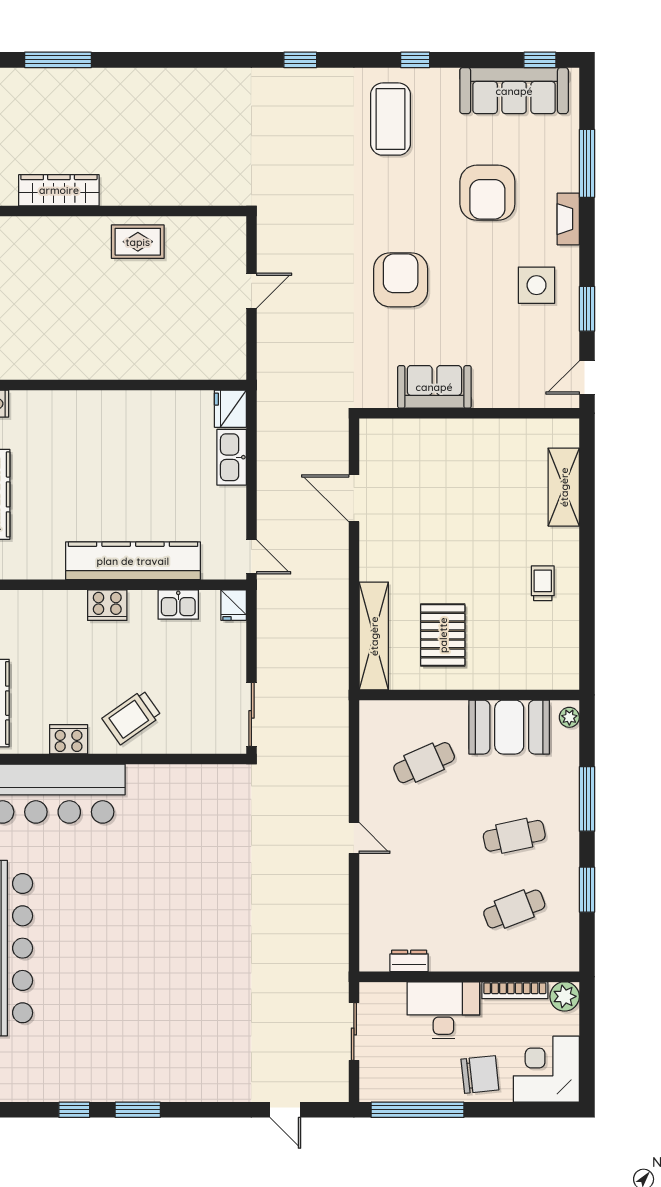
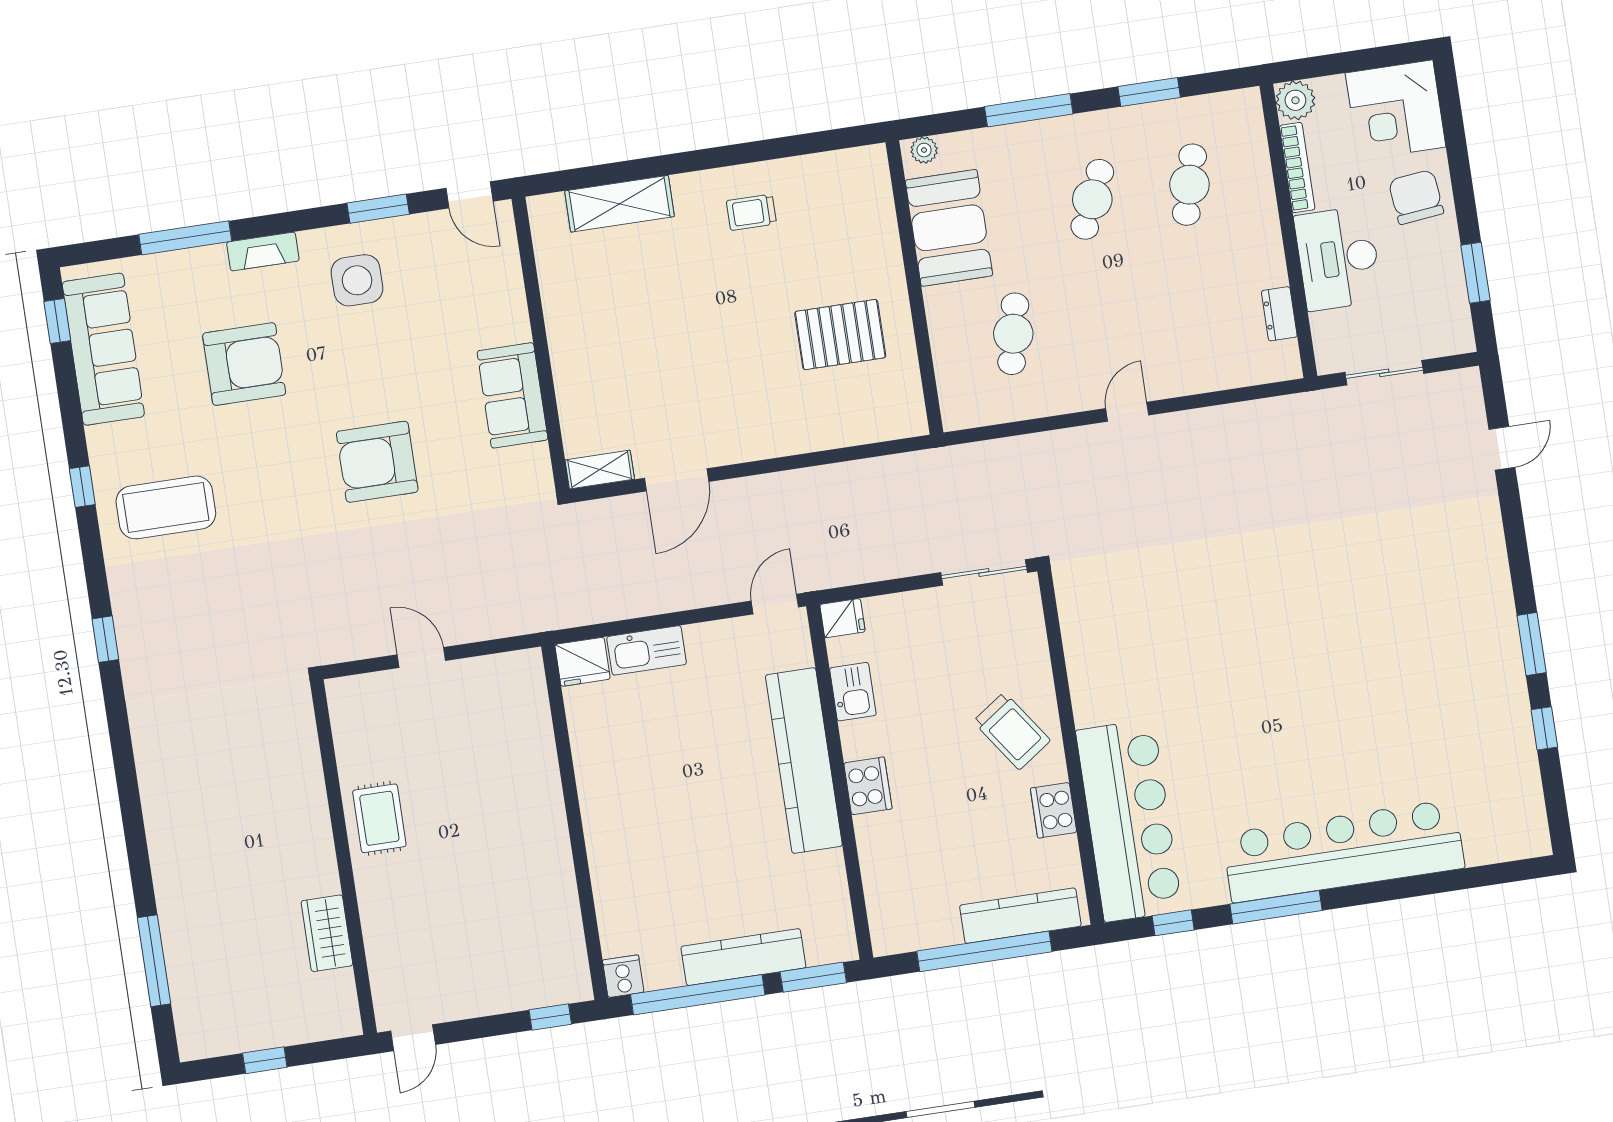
wardrobe: (59, 190) -> (327, 933), width x0.67
shelving: (374, 636) -> (600, 470), moved, width x0.45, depth x0.75
cafe table: (424, 763) -> (1013, 334), turned 36
cafe table: (514, 836) -> (1092, 199), turned 36
cafe table: (514, 909) -> (1189, 185), turned 36
window: (418, 1110) -> (1475, 273), width x0.47

